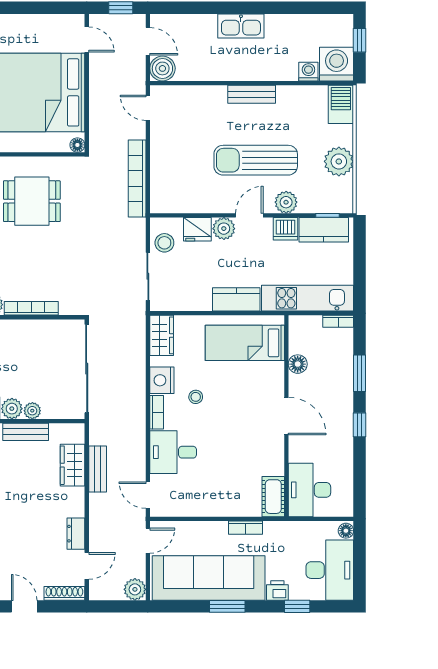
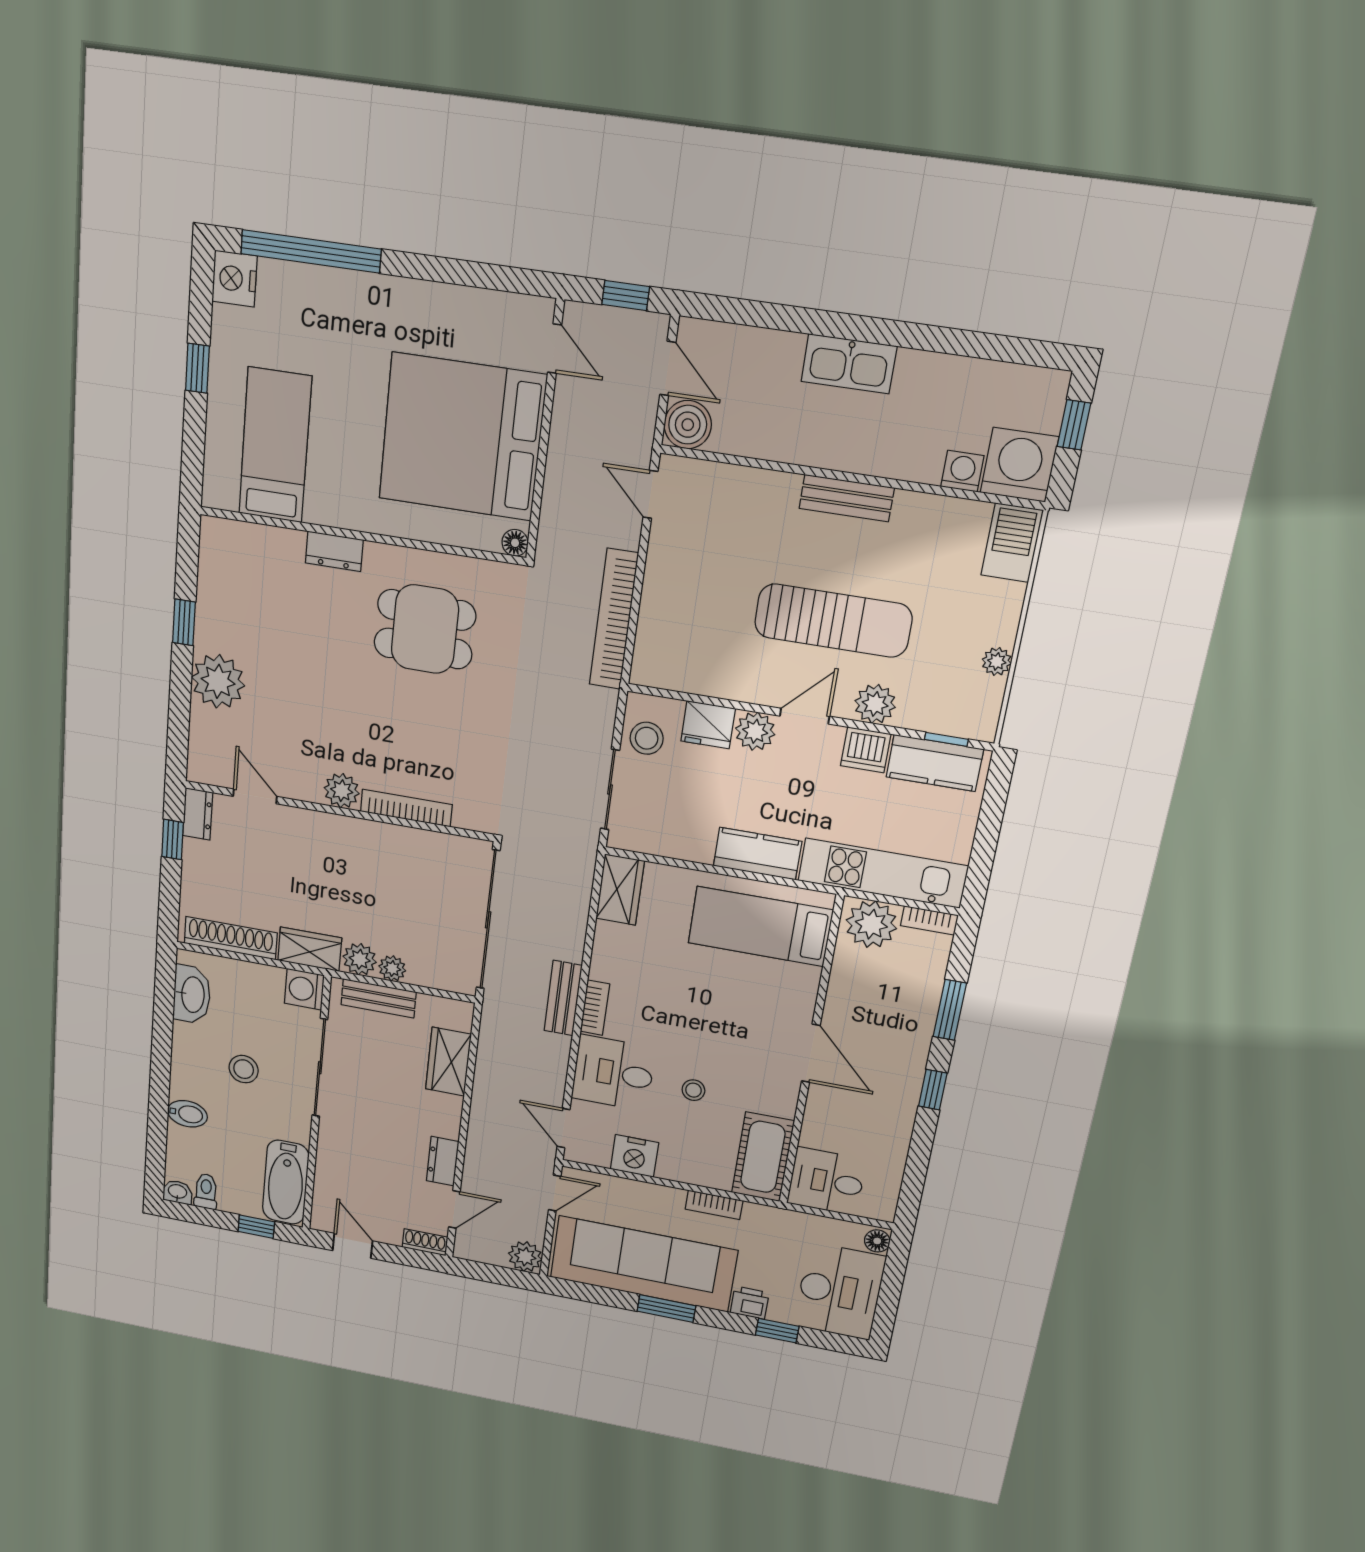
sun lounger: (256, 160) -> (833, 621), turned 180
plant: (339, 161) -> (997, 661), width x0.53, depth x0.53
plant: (307, 330) -> (871, 924), added
floor lamp: (298, 364) -> (845, 976), removed
nightstand: (162, 380) -> (634, 1156), moved, turned -90
stool: (196, 397) -> (693, 1090), moved
bench: (98, 469) -> (563, 998), moved
desk: (309, 490) -> (827, 1181), width x0.73
cot: (273, 497) -> (763, 1157), width x1.37, depth x1.34
shoe rack: (64, 593) -> (425, 1242), width x0.70

